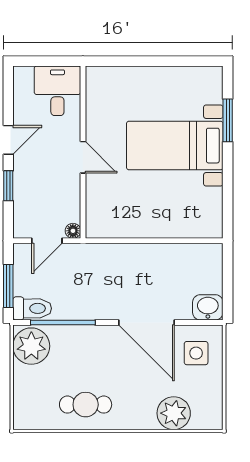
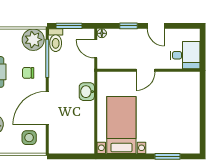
bed with nightstands: (175, 146) -> (121, 125), moved
floor lamp: (73, 231) -> (102, 33), moved
washbasin: (208, 307) -> (87, 92), moved, turned 180
chair: (87, 355) -> (28, 73), added

